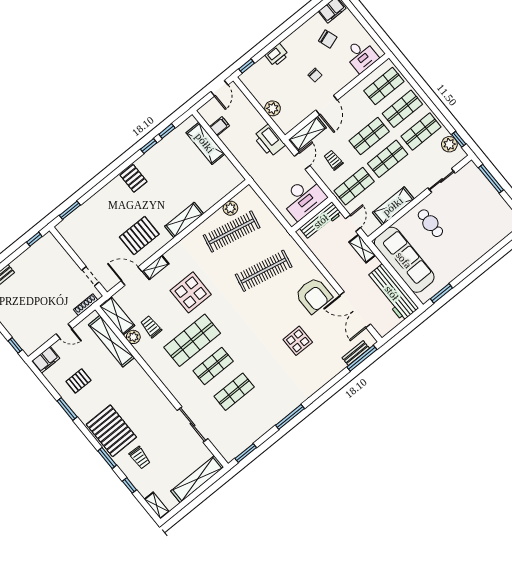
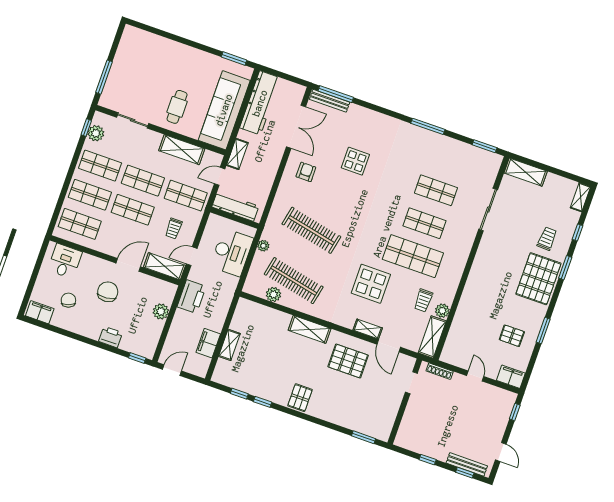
chair: (315, 75) -> (108, 292), width x1.87, depth x1.87
filing cabinet: (219, 126) -> (208, 343), width x2.00
shelving: (205, 143) -> (229, 345), width x0.67, depth x0.75
desk: (303, 198) -> (232, 252), moved, turned 90
plant: (275, 224) -> (263, 246), added
window: (34, 239) -> (428, 460), moved
armchair: (314, 295) -> (306, 172), width x0.53, depth x0.53
shelving: (111, 341) -> (458, 328), removed
bench: (356, 353) -> (330, 101), width x1.36
shelving: (197, 479) -> (526, 172), width x0.68

